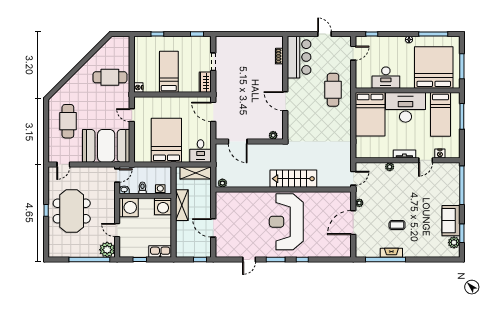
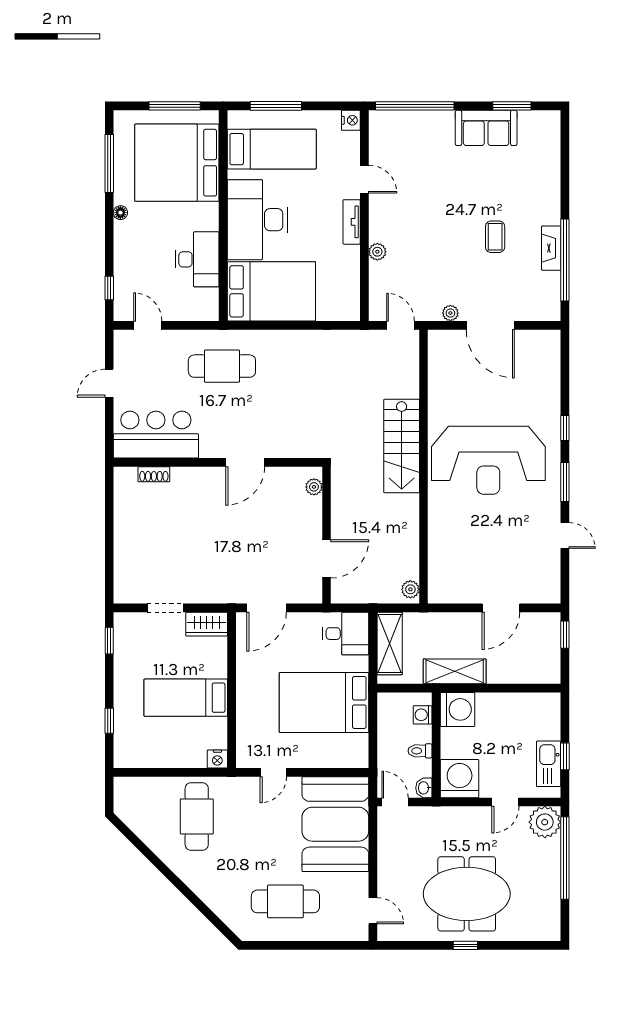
nightstand: (440, 154) -> (351, 120), moved
plant: (454, 242) -> (530, 122), removed
kitchen sink: (160, 252) -> (549, 764), moved

